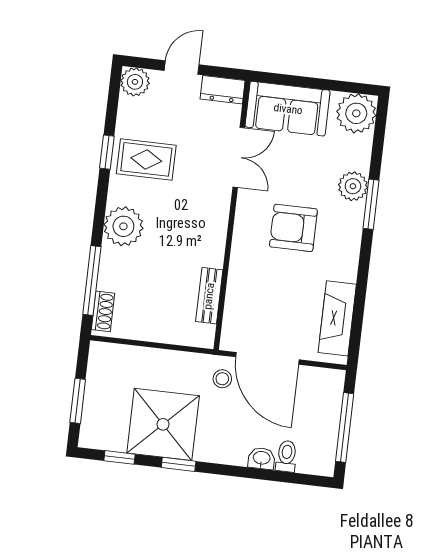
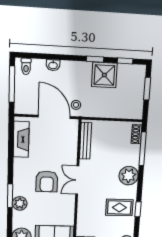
double door: (239, 157) -> (77, 180), moved
armchair: (293, 228) -> (47, 181), turned 90
bench: (209, 296) -> (86, 141), width x1.36
shower: (163, 424) -> (104, 75), width x0.73, depth x0.73
toilet: (286, 456) -> (26, 66), moved

